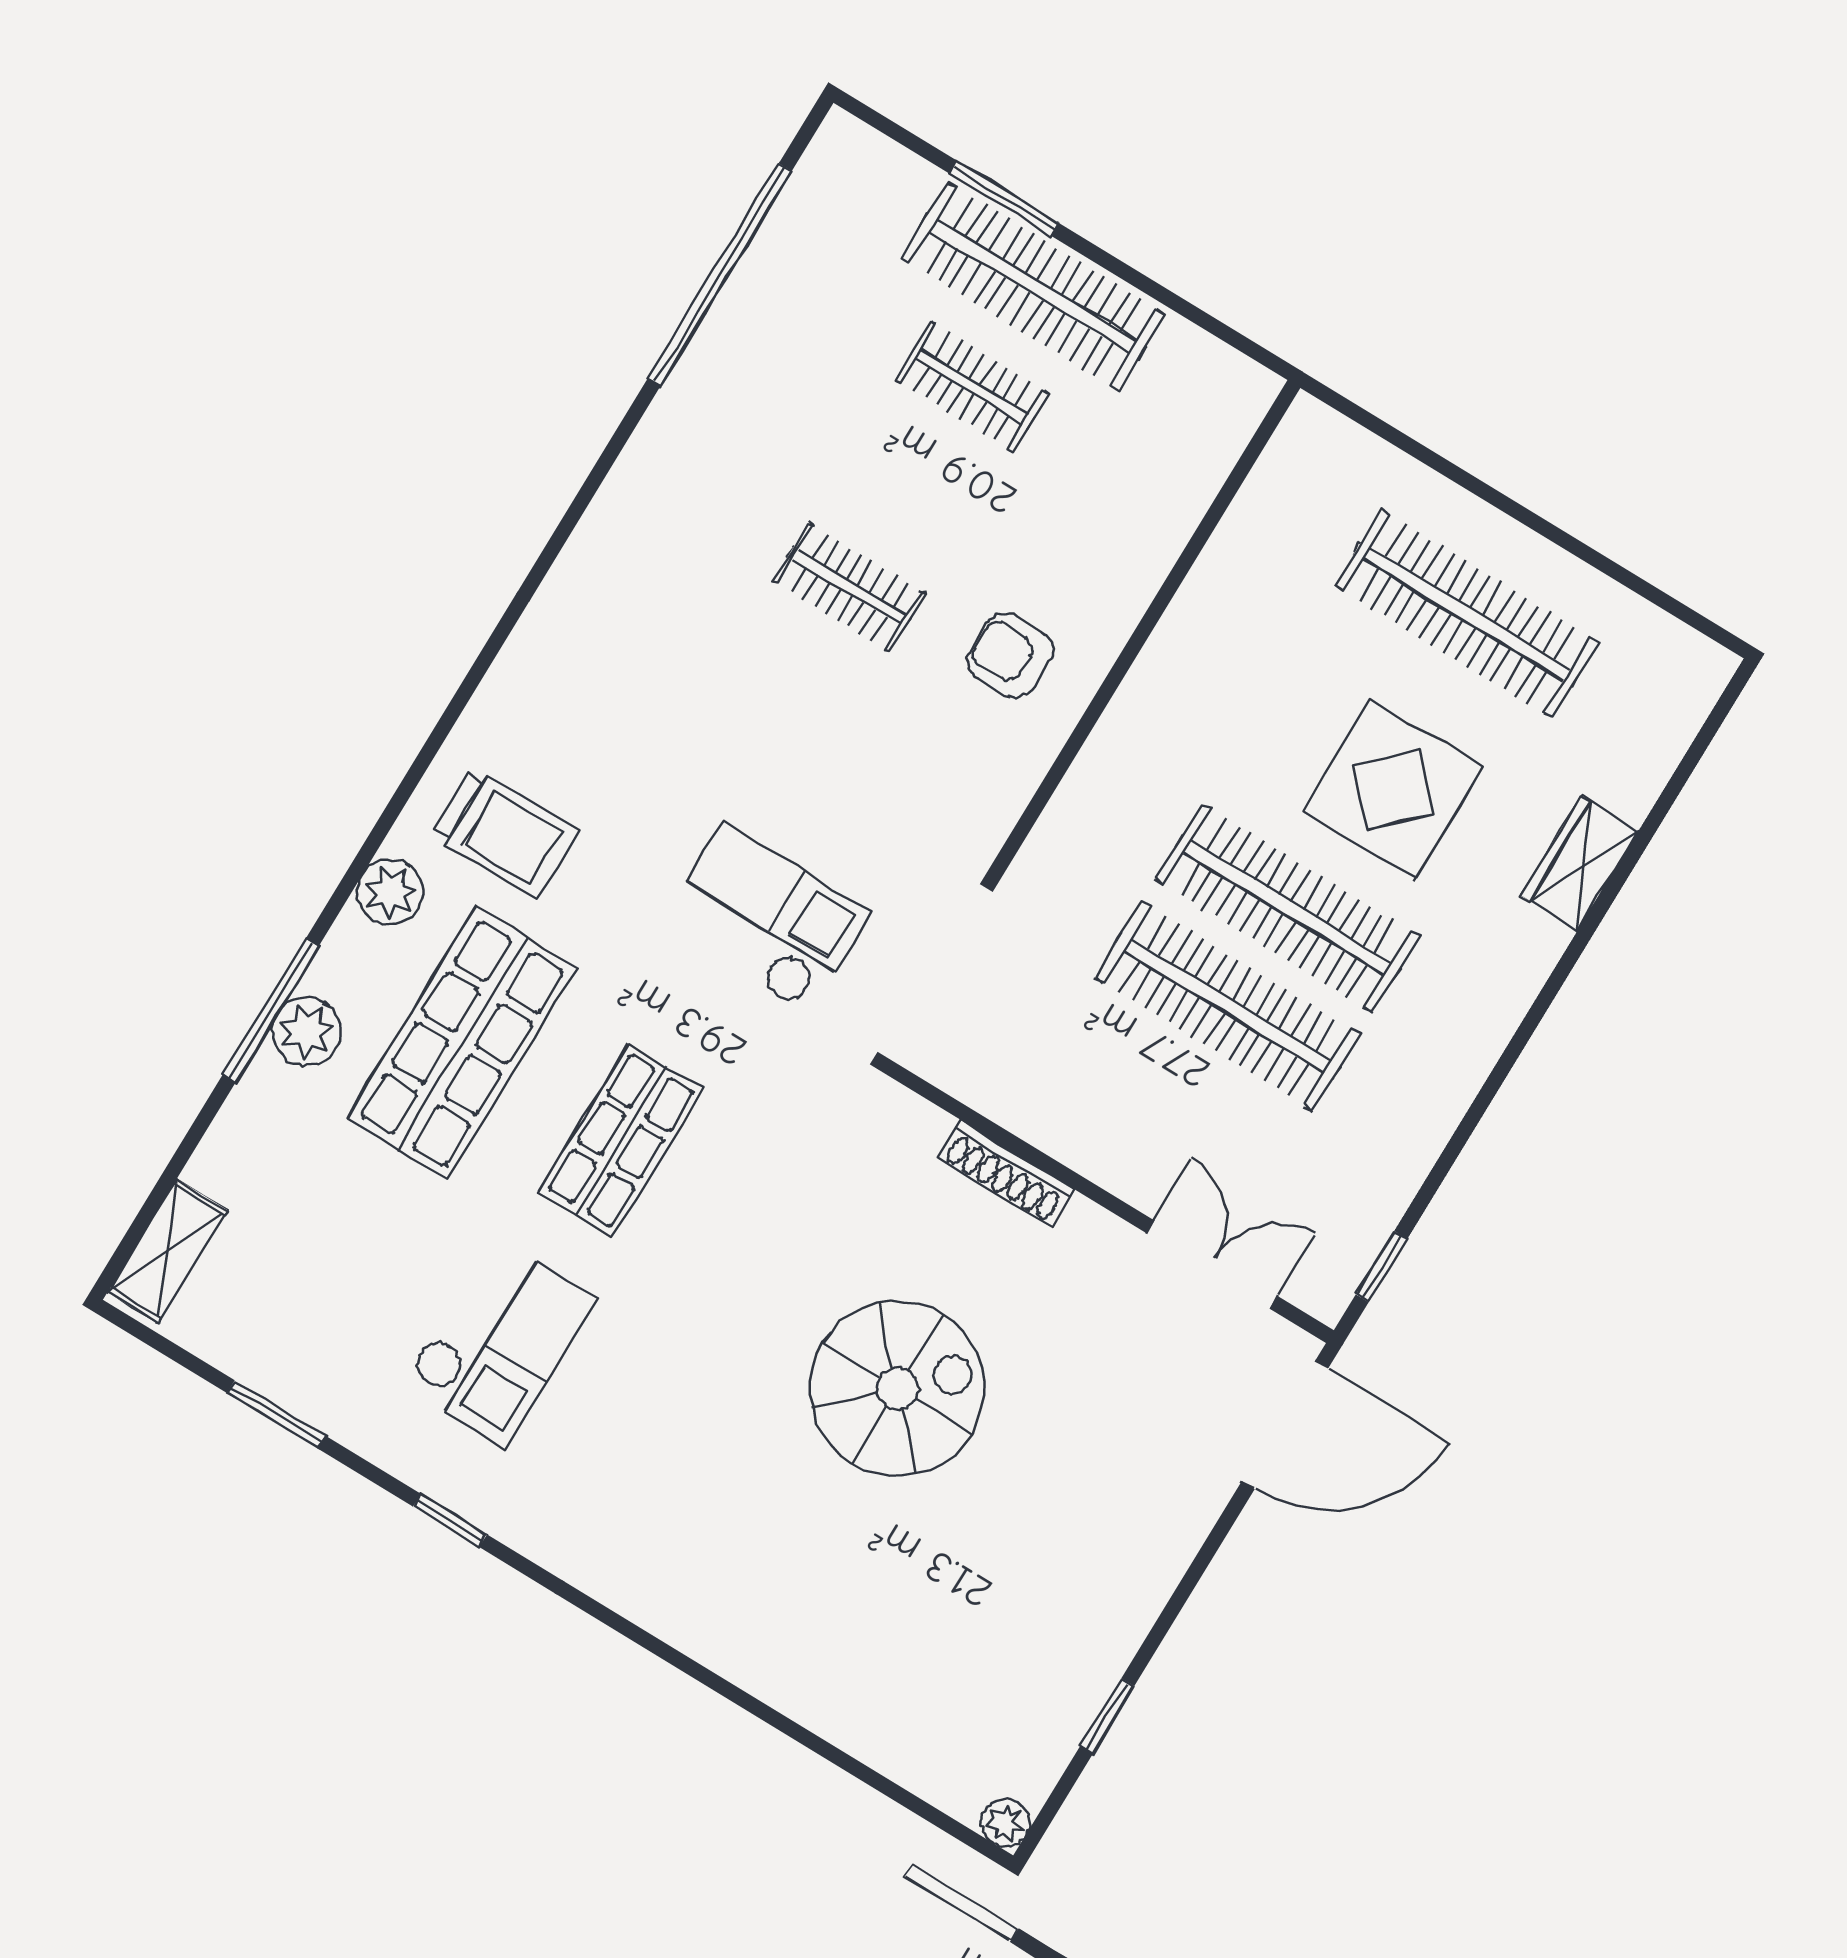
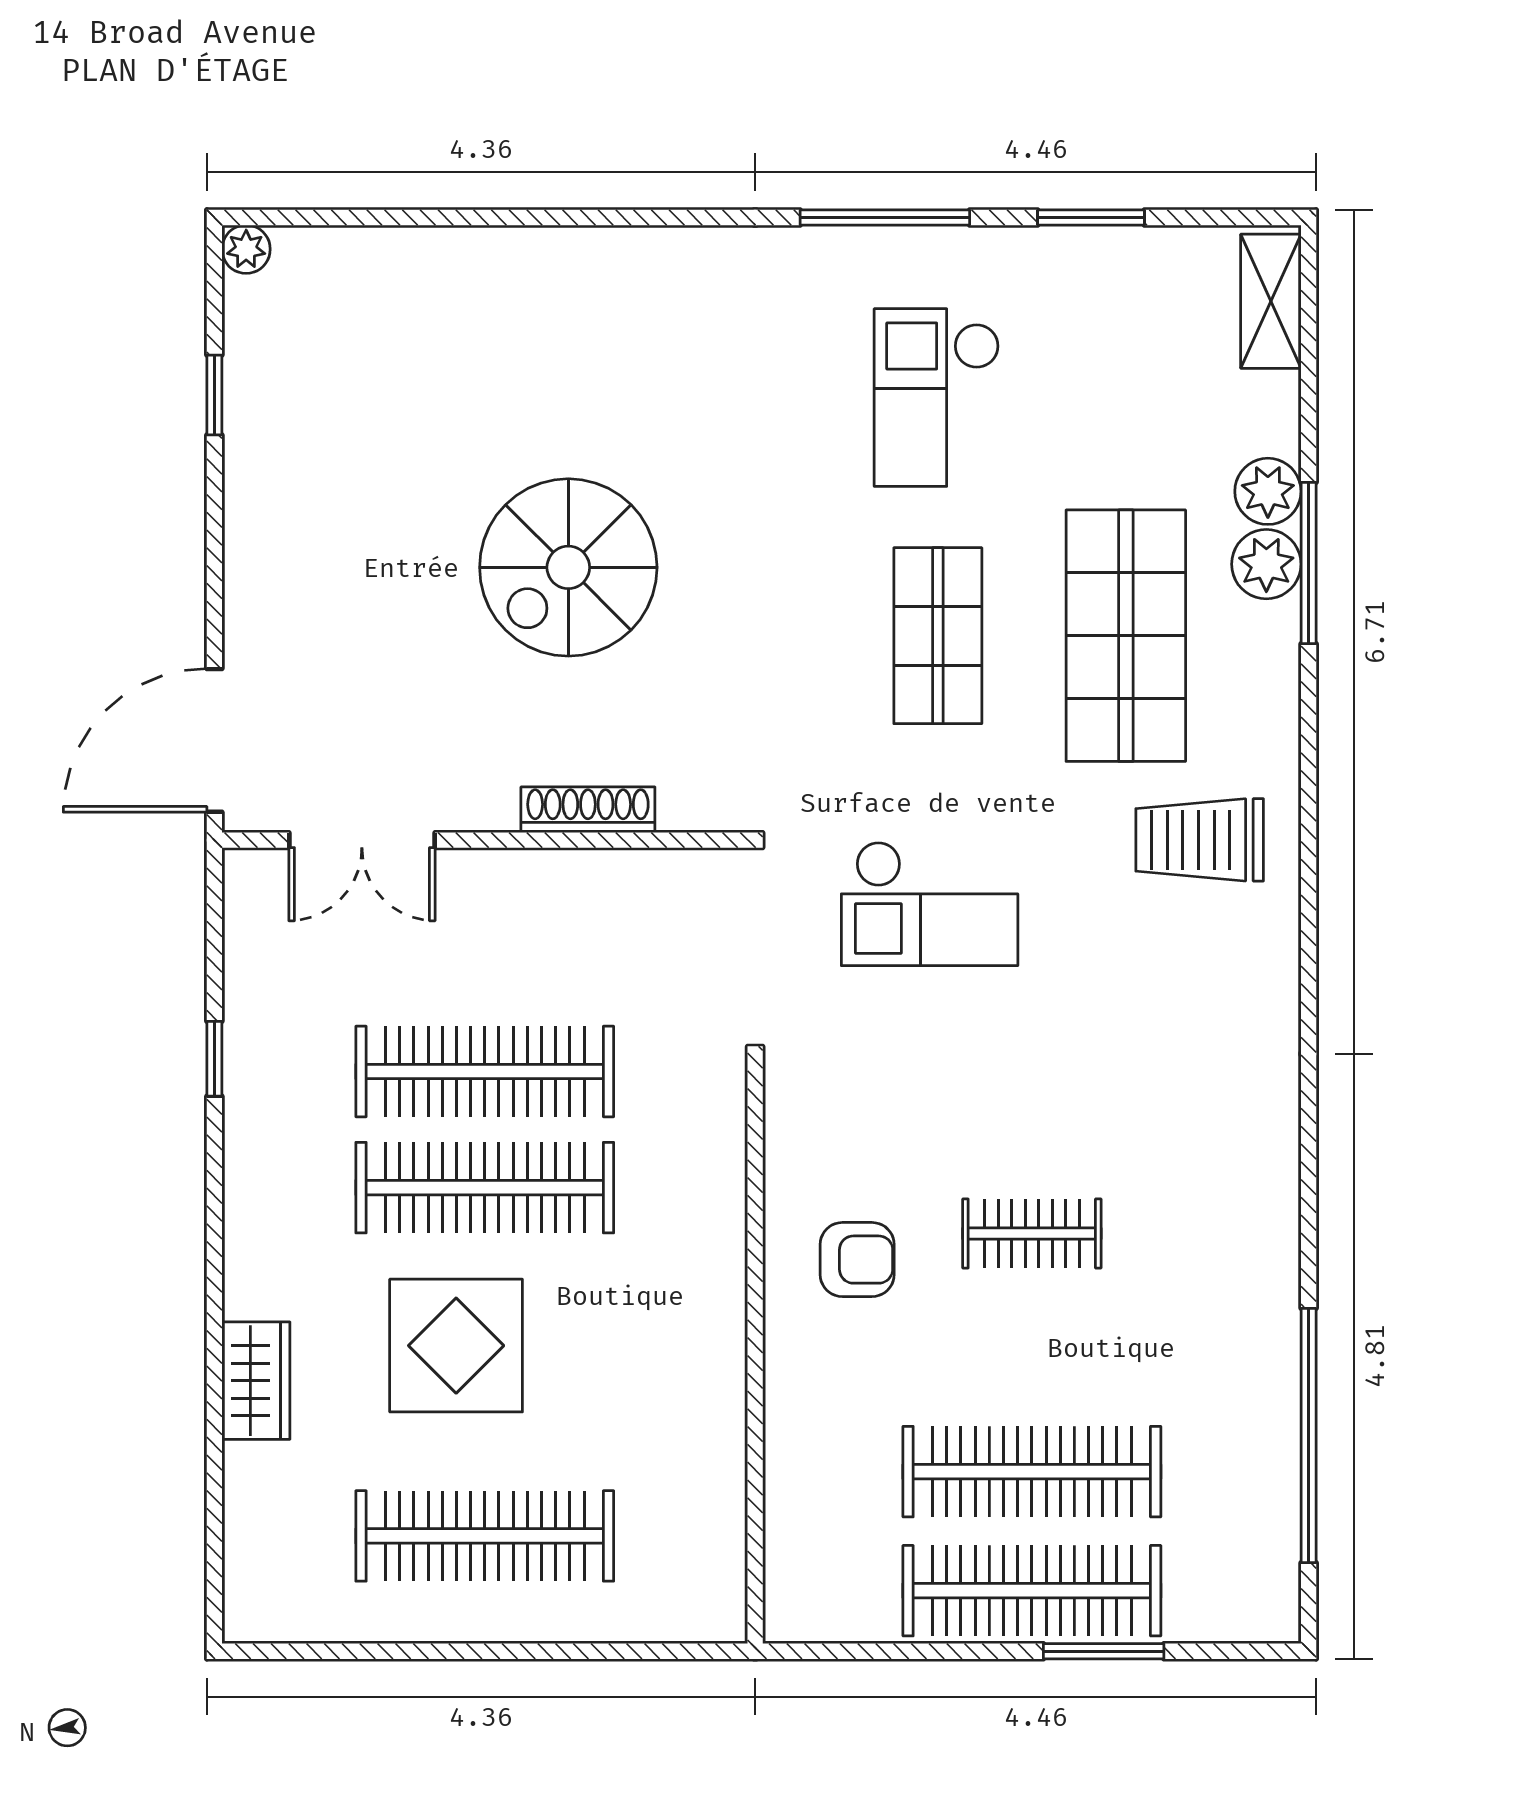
clothes rail: (972, 387) -> (1032, 1472), width x1.86, depth x1.31
plant: (390, 892) -> (1268, 491), moved
window: (1382, 1267) -> (214, 1059), moved
window: (450, 1520) -> (885, 217), width x2.17

